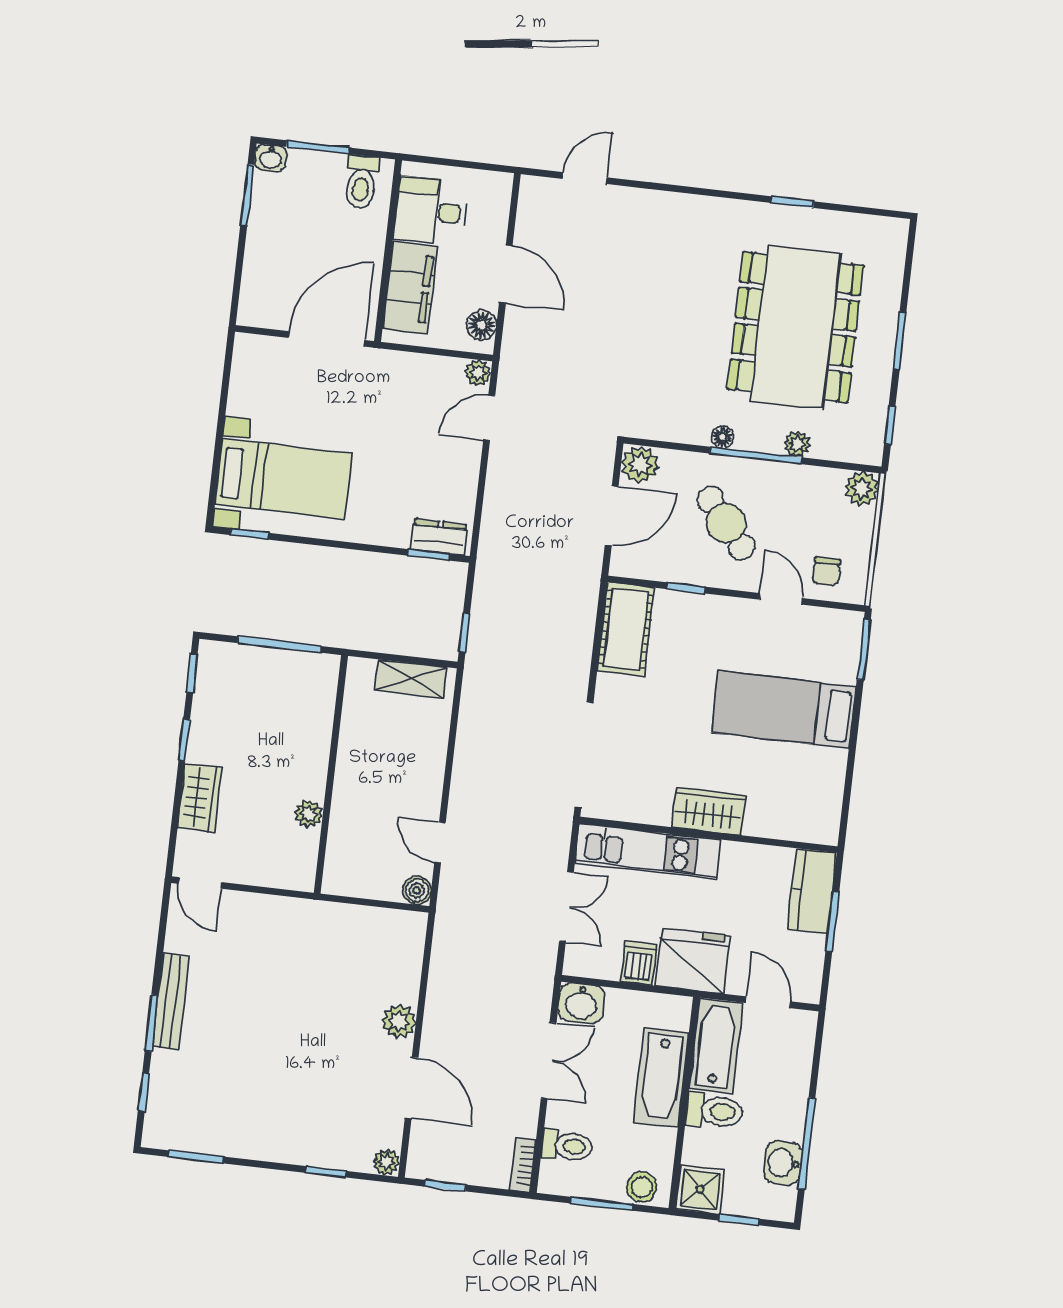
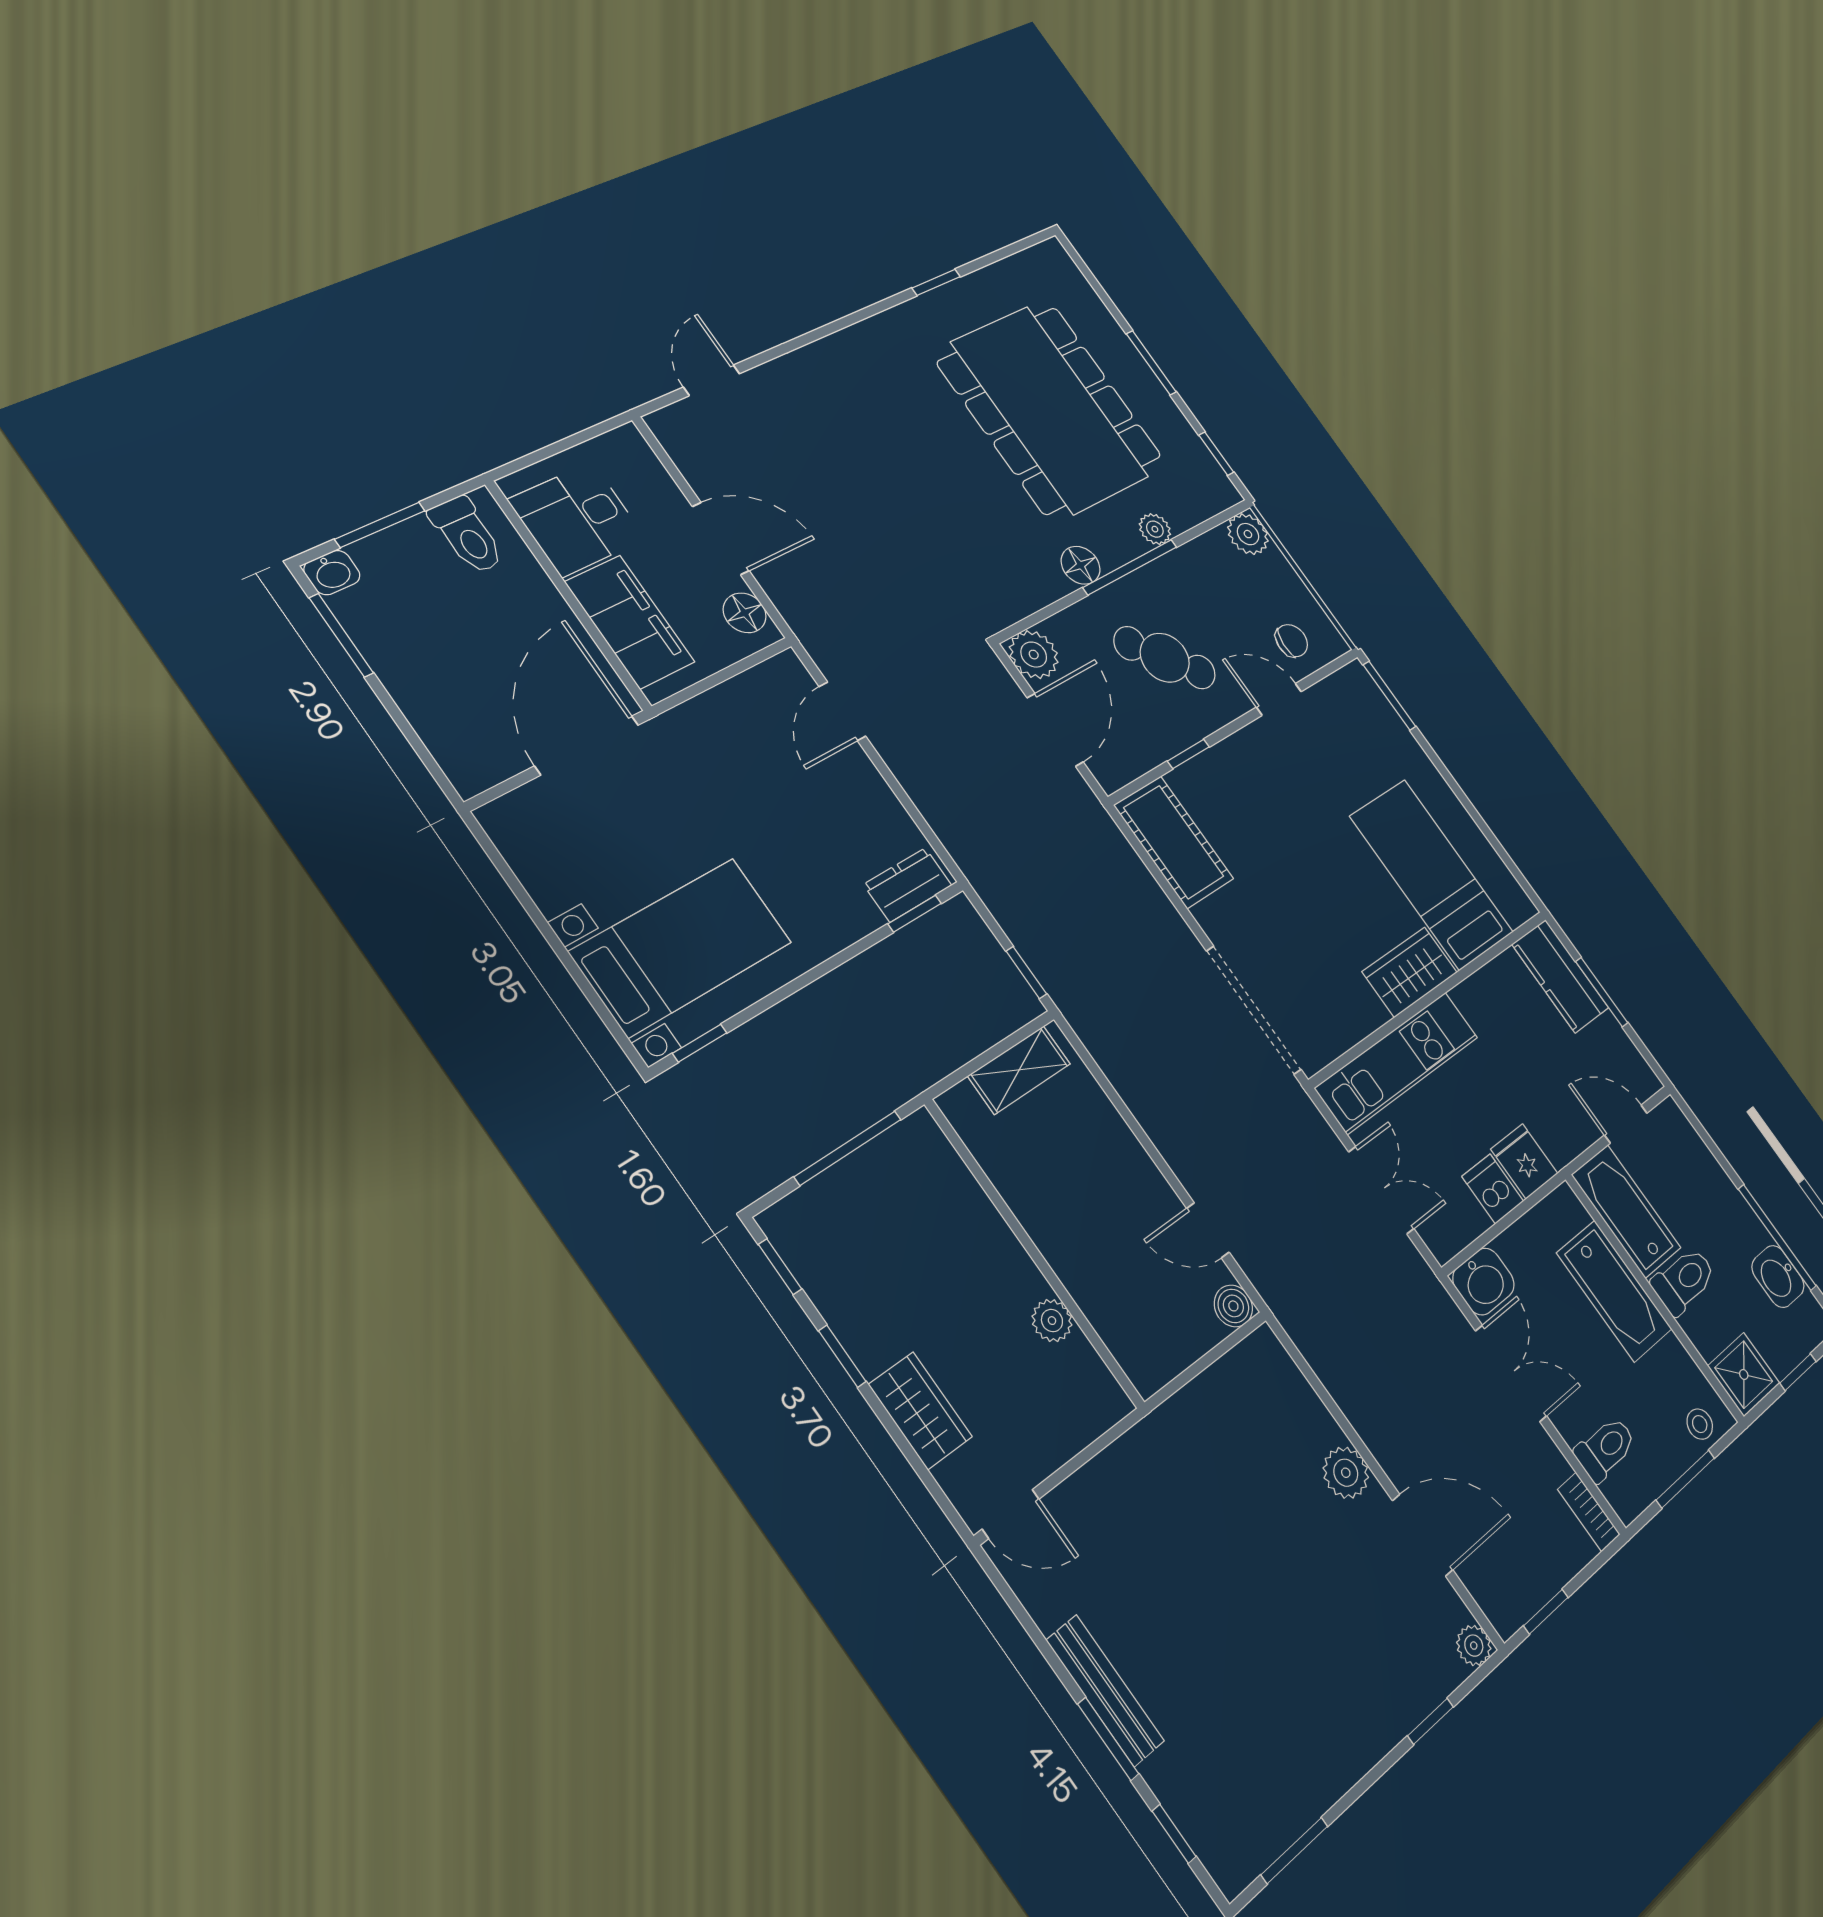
plant: (478, 373) -> (787, 669), removed
floor lamp: (723, 437) -> (1081, 565), width x1.37, depth x1.37
chair: (827, 571) -> (1292, 641), turned -85
bed: (784, 710) -> (1432, 874), moved, turned 90
fridge: (693, 961) -> (1524, 1161), width x0.53, depth x0.75
stool: (642, 1187) -> (1700, 1424), width x0.73, depth x0.73

